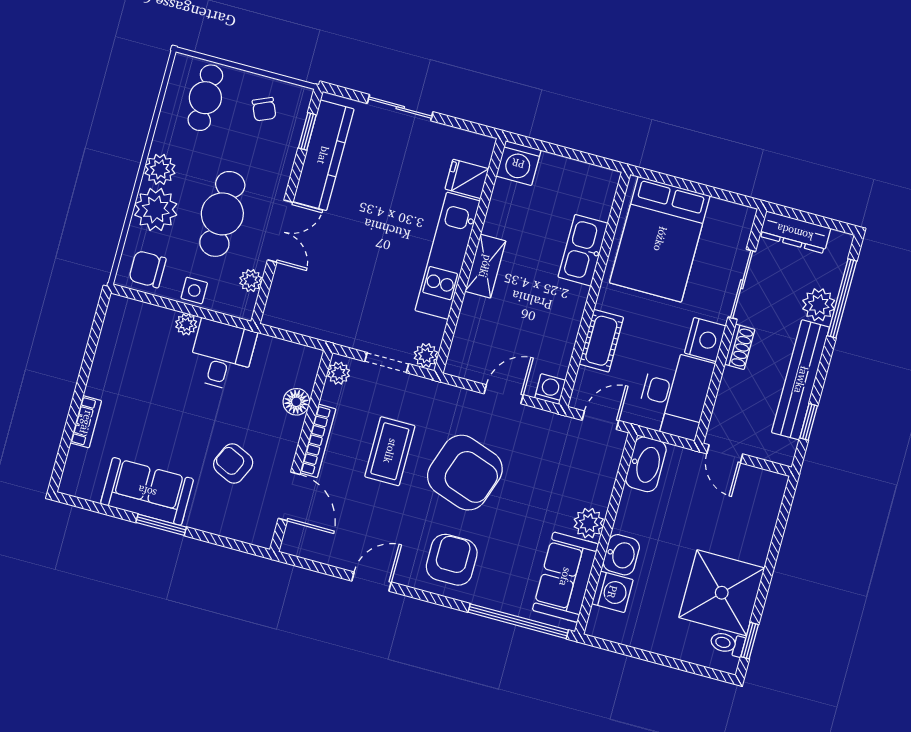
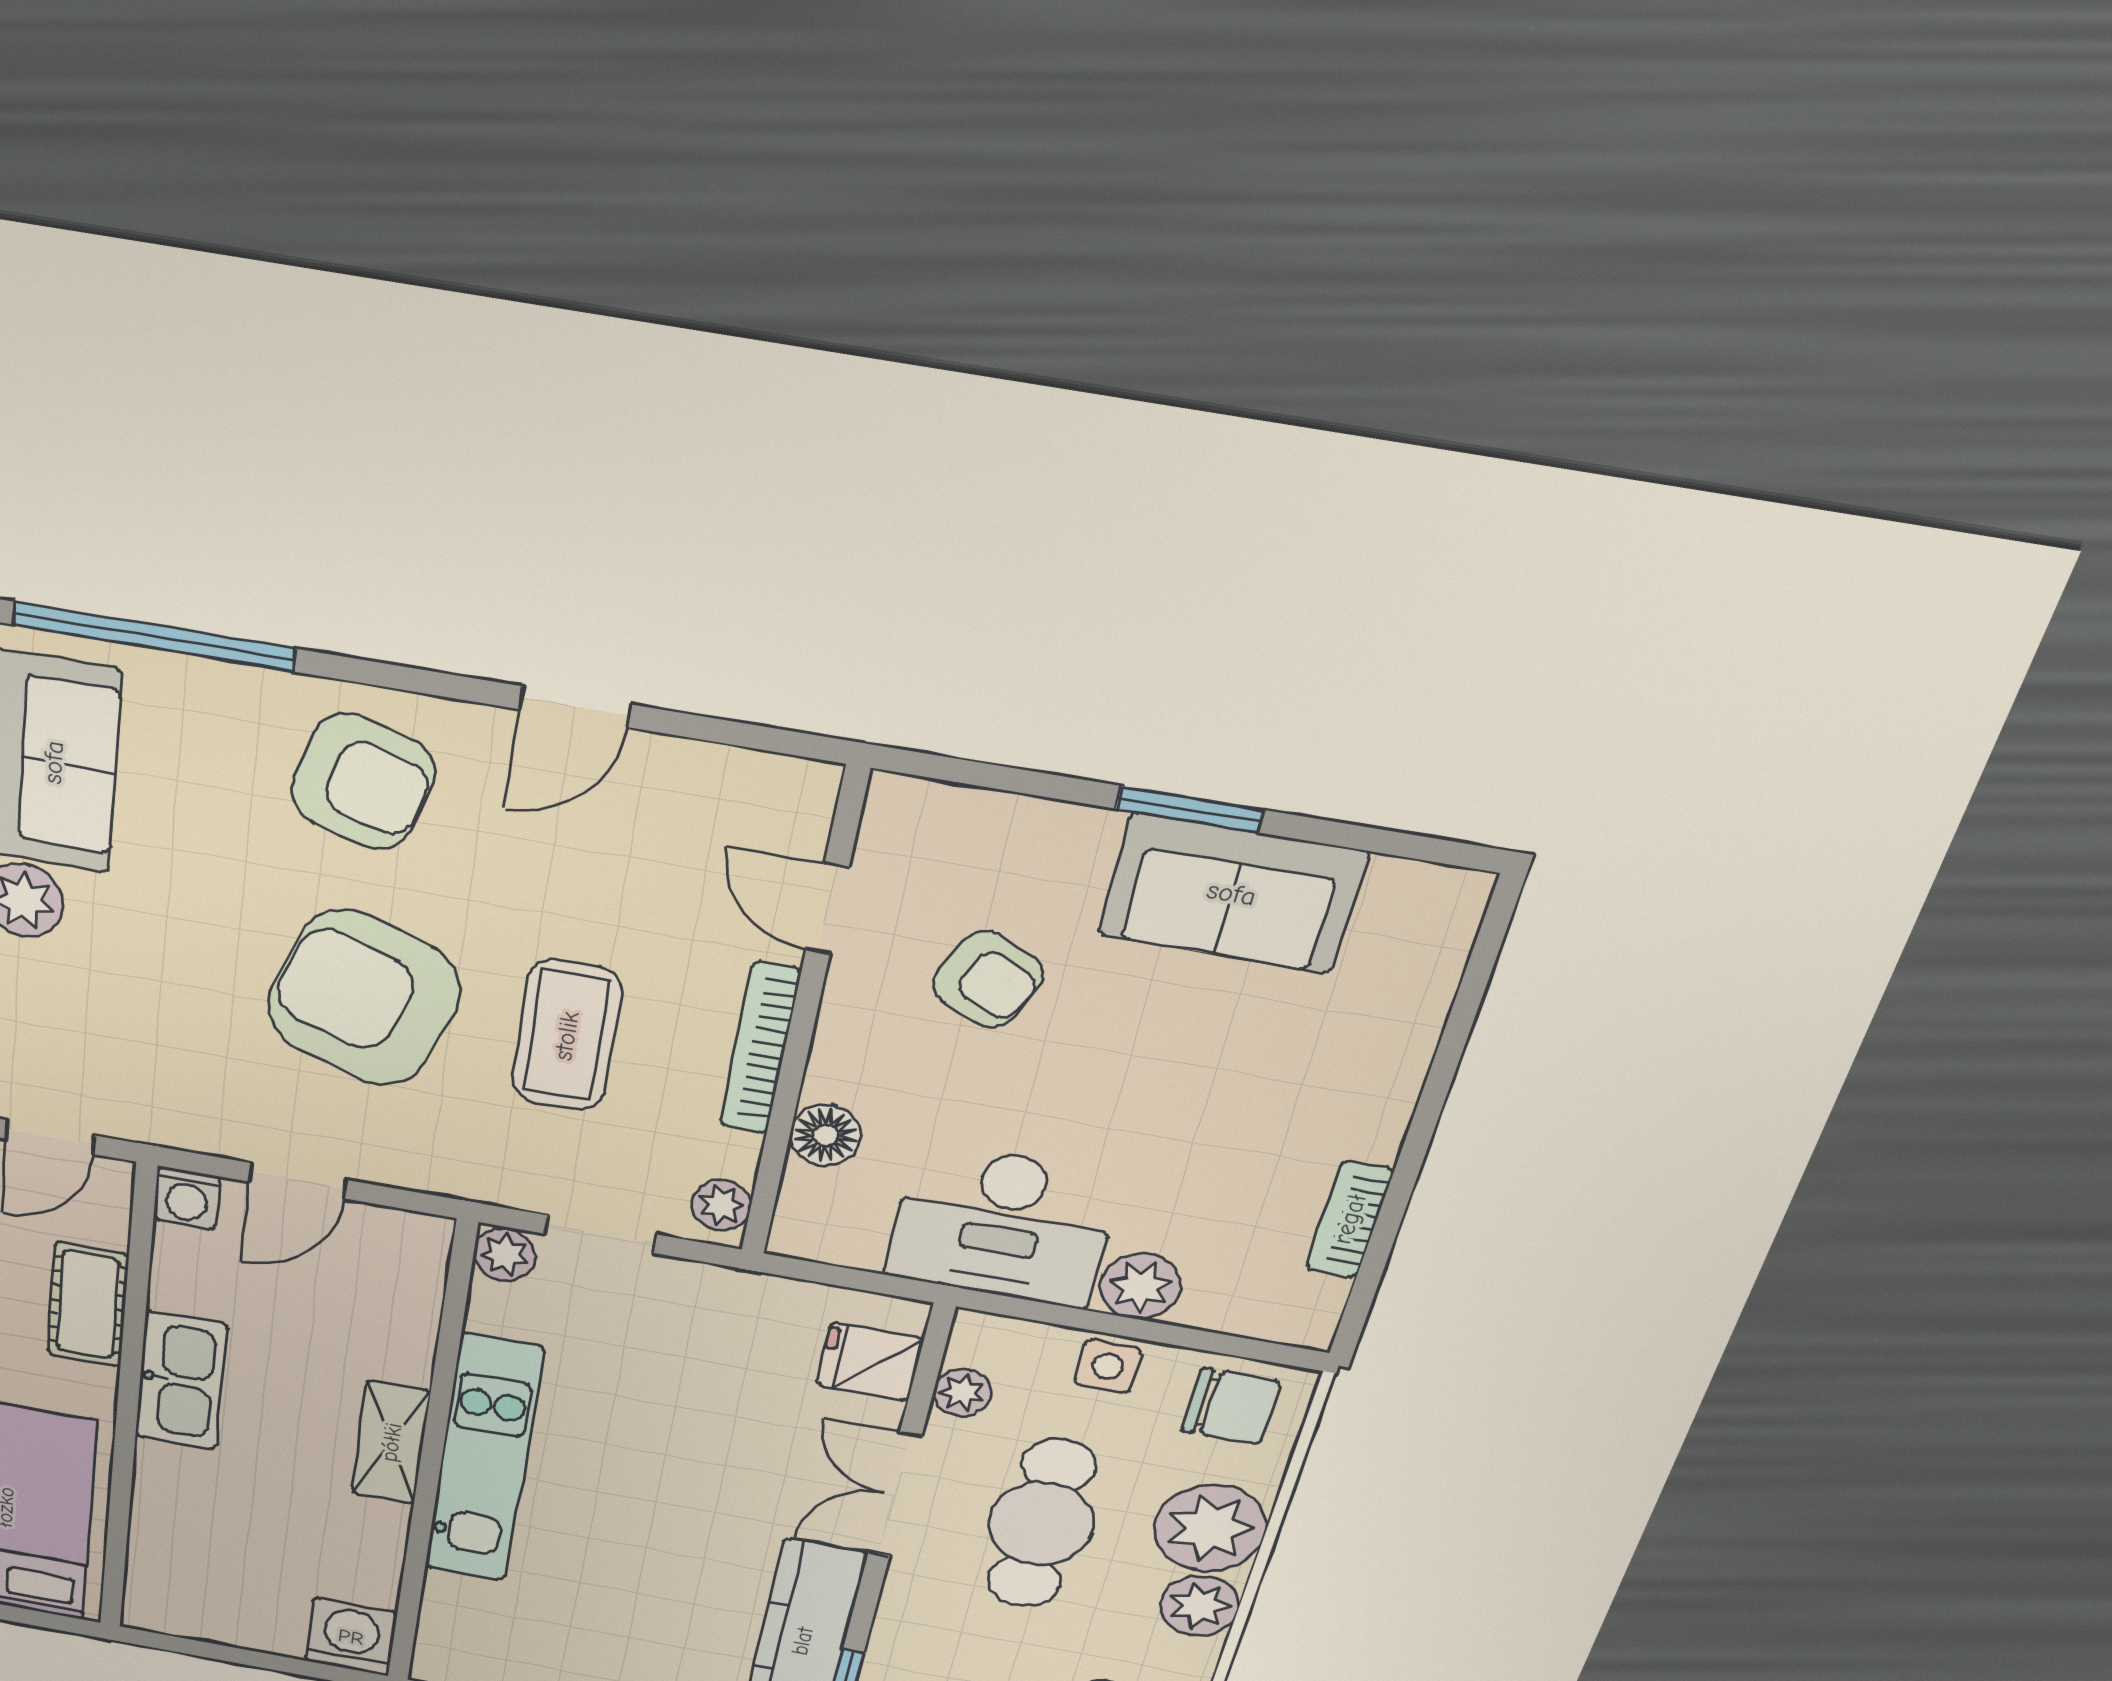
fridge: (467, 179) -> (870, 1362), moved, turned 180
kitchen sink: (583, 250) -> (181, 1381), moved
plant: (186, 324) -> (1140, 1287), width x1.38, depth x1.38
desk: (222, 355) -> (1002, 1225), width x1.37
bookcase: (86, 422) -> (1349, 1219), moved
door: (289, 496) -> (827, 909), width x0.73
armchair: (452, 560) -> (363, 782), turned -73

